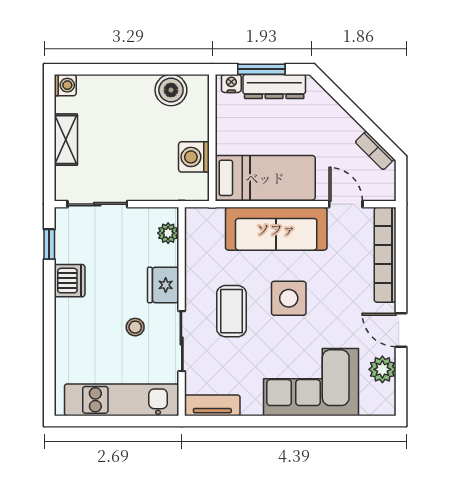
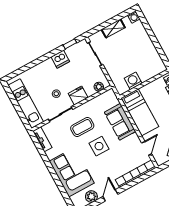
boiler: (171, 90) -> (154, 58), removed
sofa: (276, 229) -> (120, 122), width x0.73

